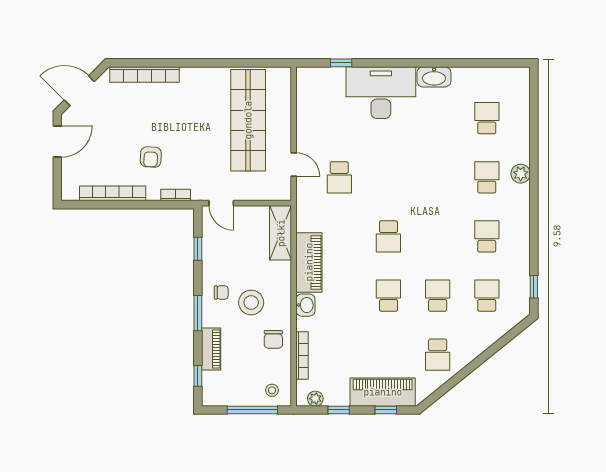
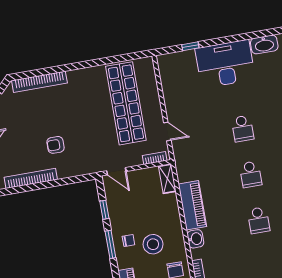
armchair: (151, 157) -> (55, 145), turned 87
school desk: (339, 177) -> (243, 129), moved
bookcase: (176, 195) -> (155, 158), moved
shelving: (281, 233) -> (167, 179), width x0.67, depth x0.75
school desk: (388, 296) -> (259, 220), turned 180
window: (198, 313) -> (110, 244), moved

